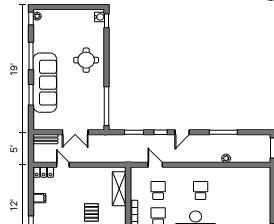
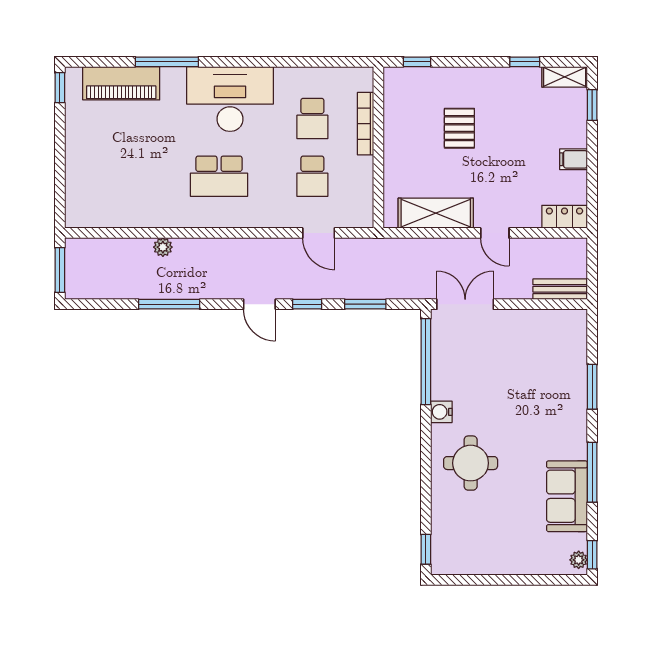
water cooler: (100, 17) -> (441, 412), moved
sofa: (45, 83) -> (567, 496), moved, width x0.54, depth x0.79
double door: (75, 132) -> (465, 304), moved
door: (182, 132) -> (259, 304), swing flipped
door: (63, 165) -> (495, 233), moved
shelving: (119, 189) -> (436, 213), moved, turned 90
school desk: (201, 190) -> (219, 176), width x1.85

